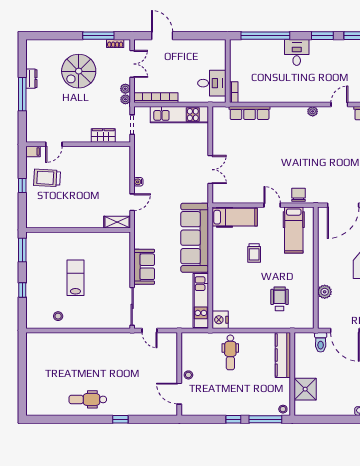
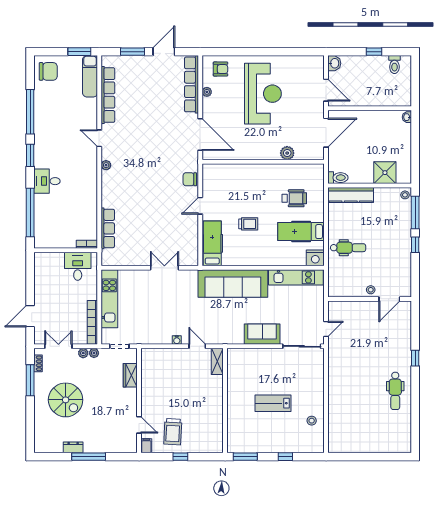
hospital bed: (294, 230) -> (301, 232), moved, turned 180
wheelchair: (280, 299) -> (294, 198), turned 180
toilet: (321, 342) -> (338, 178), moved

